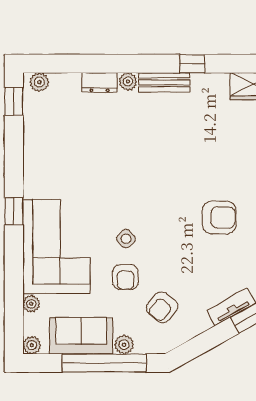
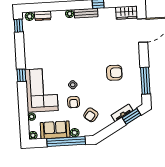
dresser: (100, 83) -> (43, 16), moved

